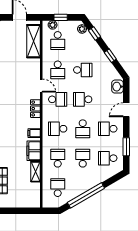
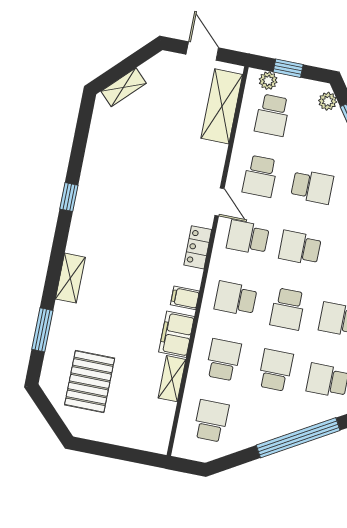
school desk: (58, 99) -> (248, 237), turned 180
window: (86, 195) -> (298, 438), moved

